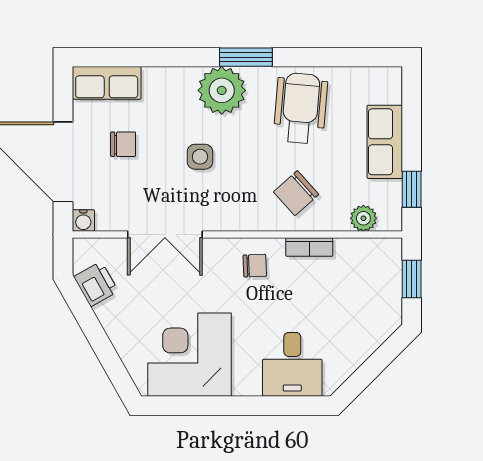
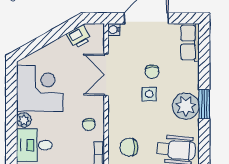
window: (246, 57) -> (204, 104), moved
chair: (123, 144) -> (152, 72), moved
chair: (296, 193) -> (129, 147), turned -48
plant: (247, 383) -> (24, 120), added

